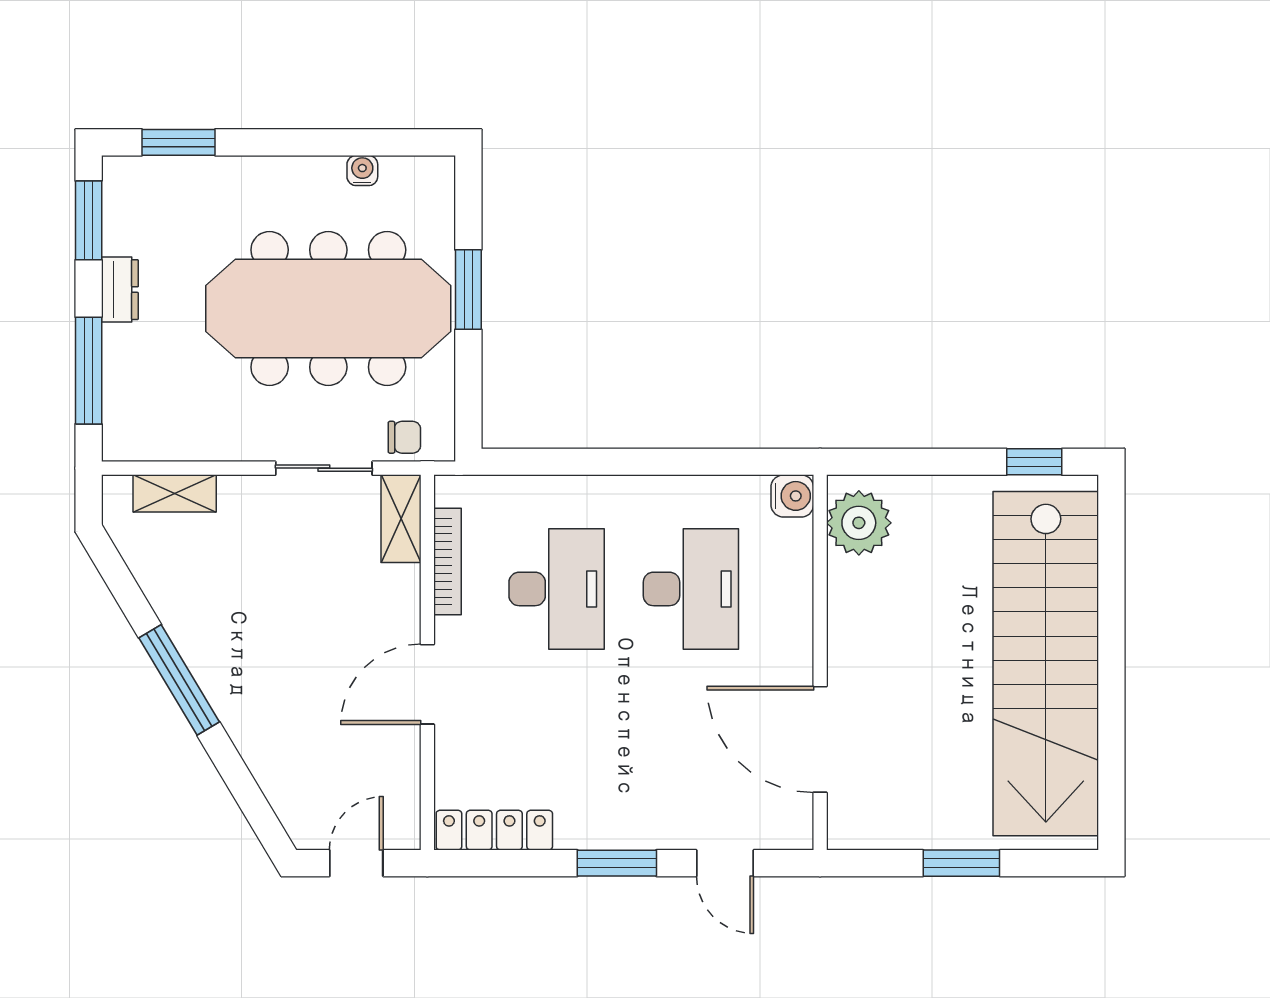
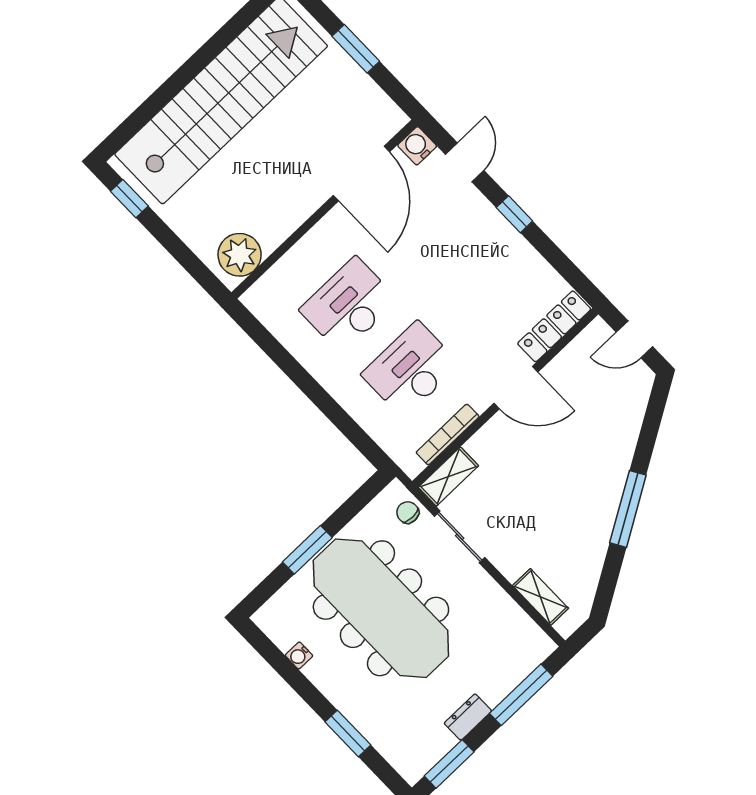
window: (178, 142) -> (348, 733), moved
water cooler: (792, 496) -> (417, 146), moved
locker: (494, 830) -> (554, 326), moved, turned 90
window: (617, 863) -> (514, 214), width x0.67

